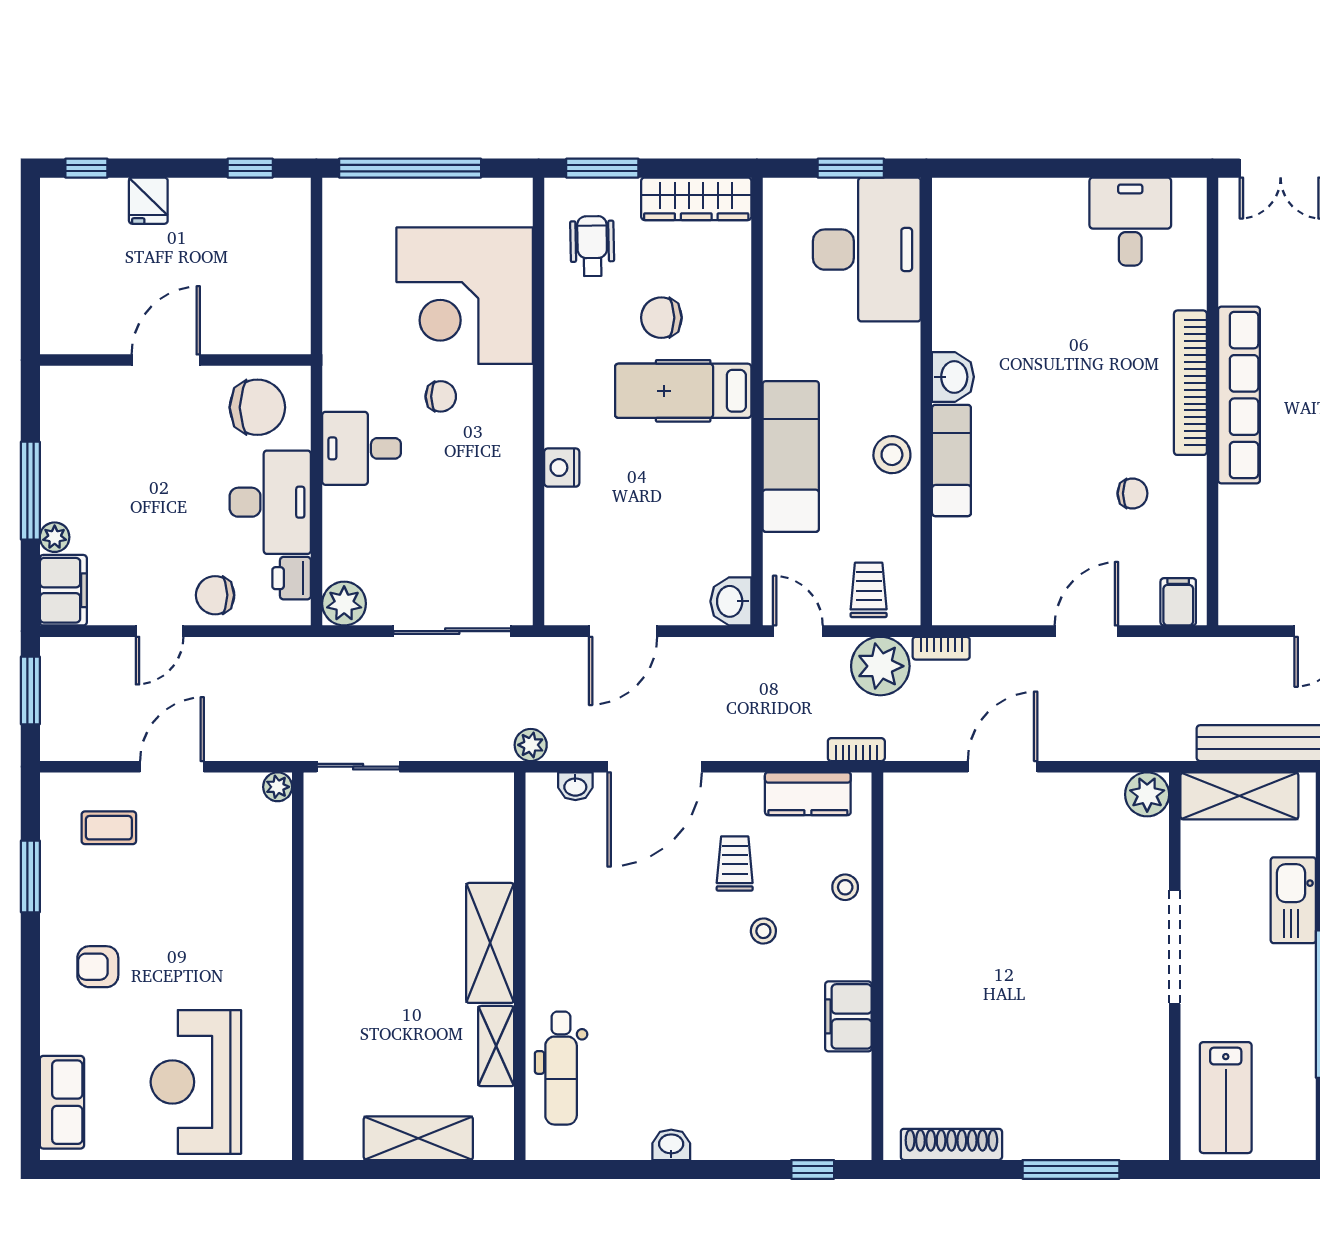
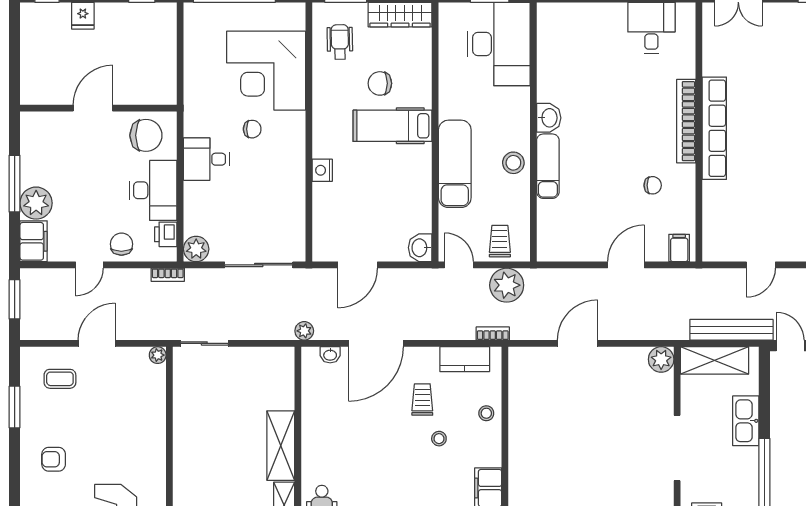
plant: (55, 537) -> (36, 203), width x1.88, depth x1.88
chair: (215, 595) -> (121, 244), turned 90
bookcase: (941, 648) -> (168, 275), moved

